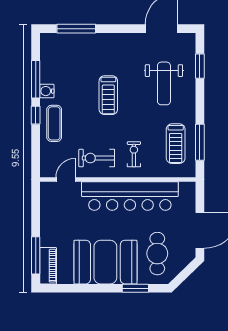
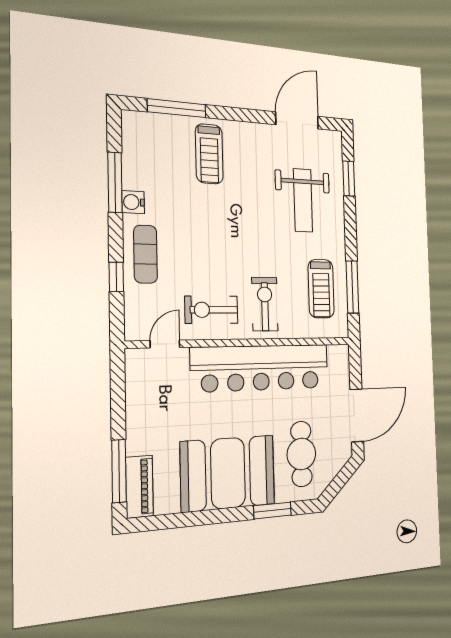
treadmill: (108, 95) -> (209, 154), moved
window: (36, 115) -> (116, 277), moved
exercise bike: (134, 154) -> (265, 304), width x1.38, depth x1.39

